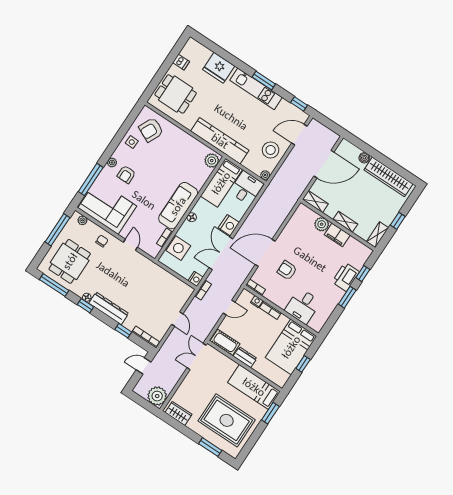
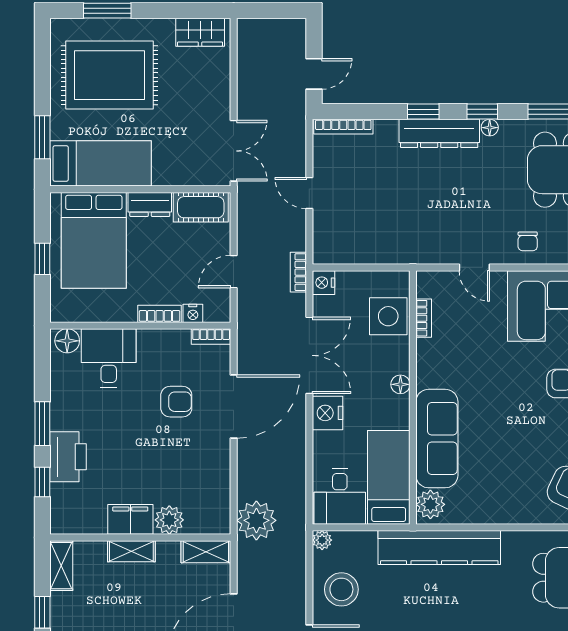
sofa: (178, 206) -> (437, 439), moved
floor lamp: (315, 324) -> (67, 341), added
window: (123, 331) -> (423, 112), moved
bed: (291, 347) -> (94, 240), moved, turned 180
plant: (157, 396) -> (256, 520), moved

